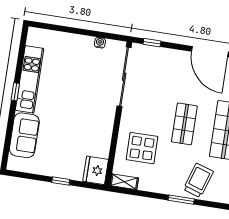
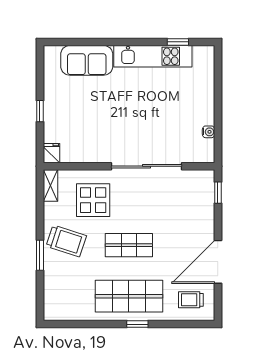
sliding door: (124, 77) -> (147, 166), moved
window: (15, 92) -> (178, 42), moved
fridge: (96, 170) -> (51, 153), width x0.53, depth x0.75
trolley: (198, 180) -> (66, 241), moved

